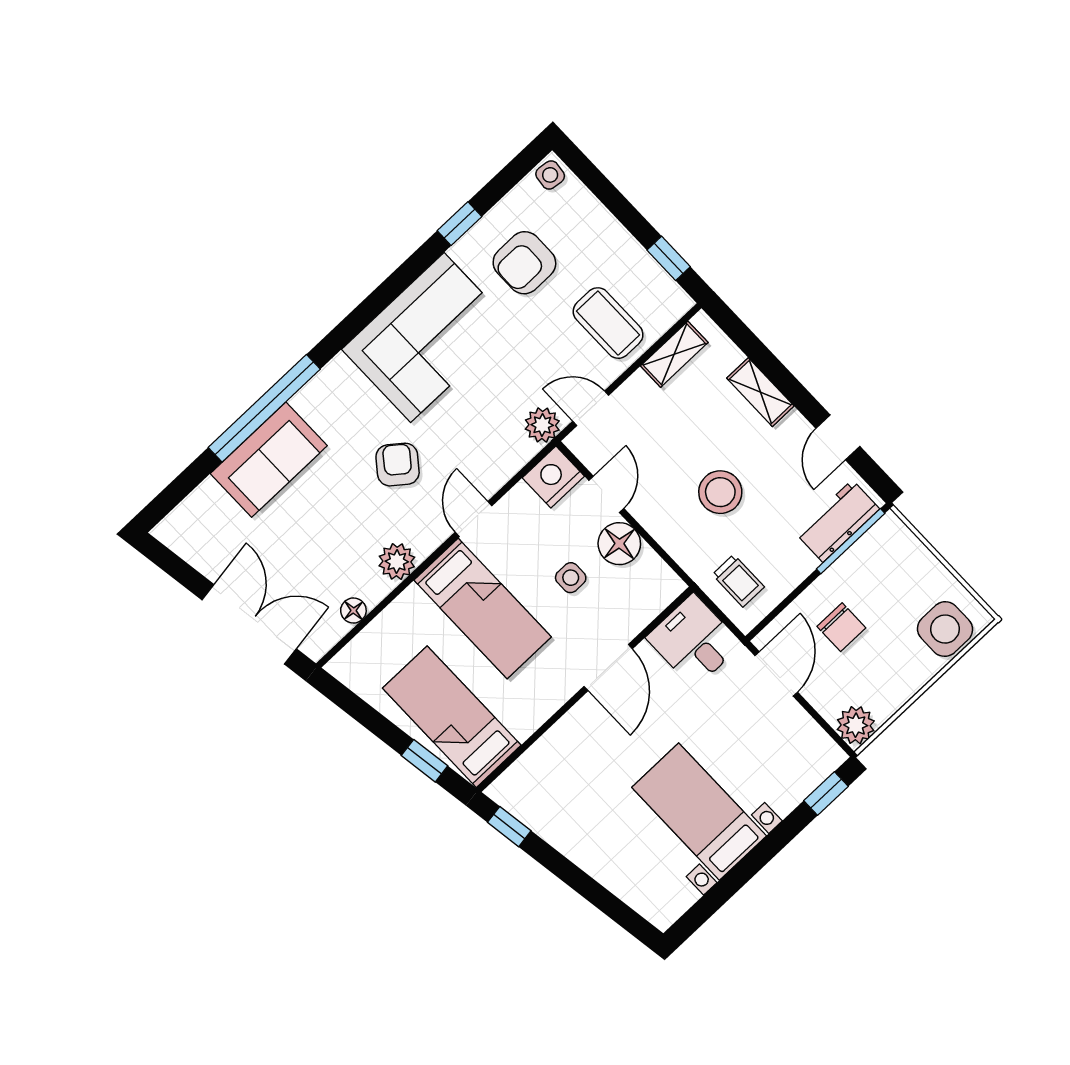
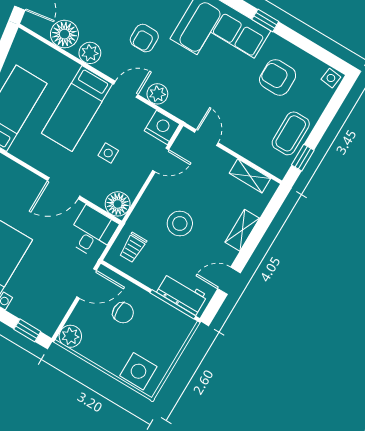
window: (460, 224) -> (265, 20), moved
coffee table: (608, 323) -> (291, 133), moved
plant: (542, 425) -> (157, 94), moved
armchair: (398, 465) -> (144, 38), turned 142
floor lamp: (619, 544) -> (118, 204), moved
floor lamp: (353, 610) -> (64, 34), width x1.89, depth x1.89
chair: (841, 627) -> (123, 313), turned -90

